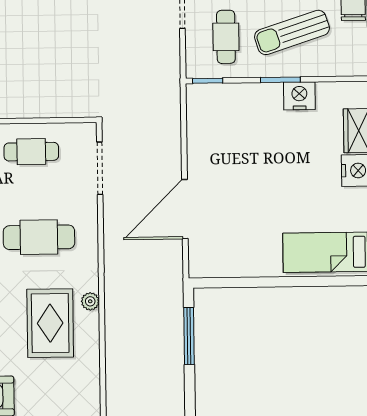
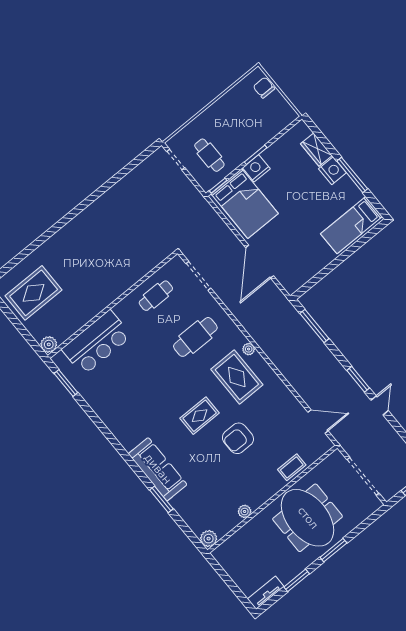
sun lounger: (292, 32) -> (242, 125), removed
nightstand: (299, 96) -> (256, 168), moved
bed: (222, 127) -> (245, 204), added

